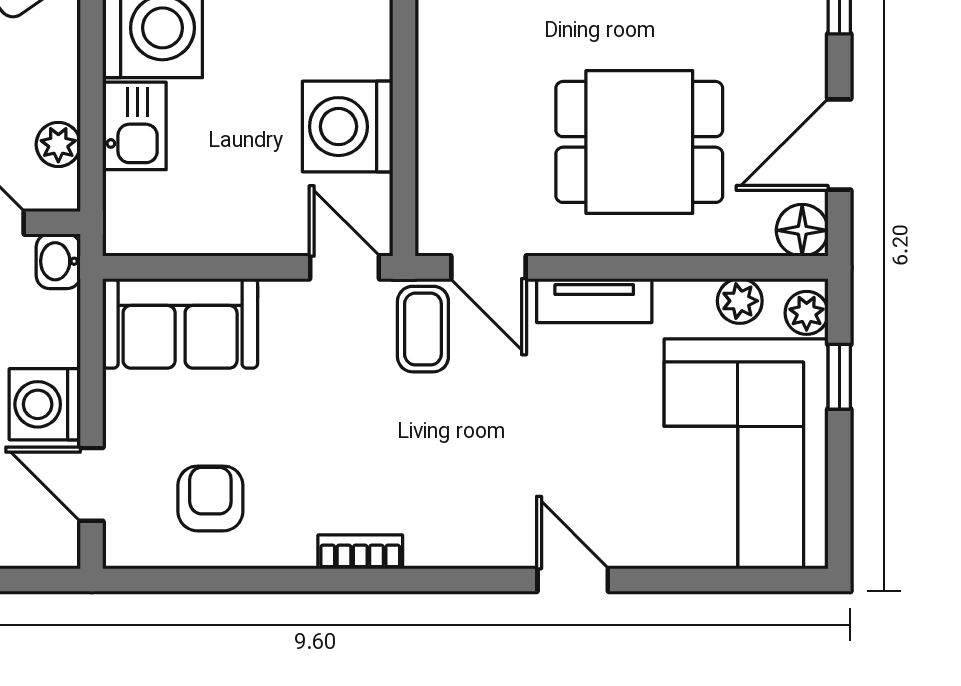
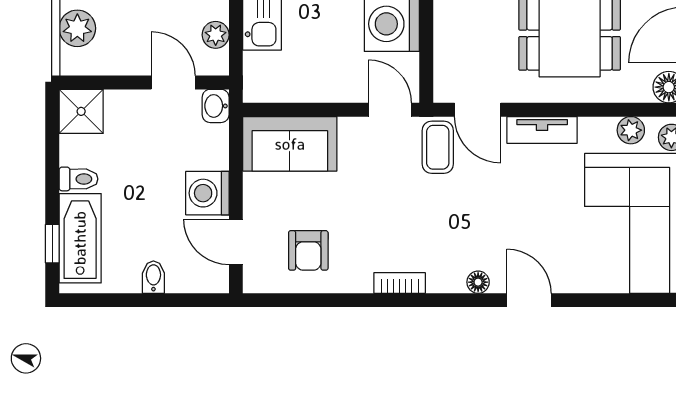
armchair: (210, 498) -> (308, 250), turned 180
floor lamp: (489, 550) -> (478, 282), added

